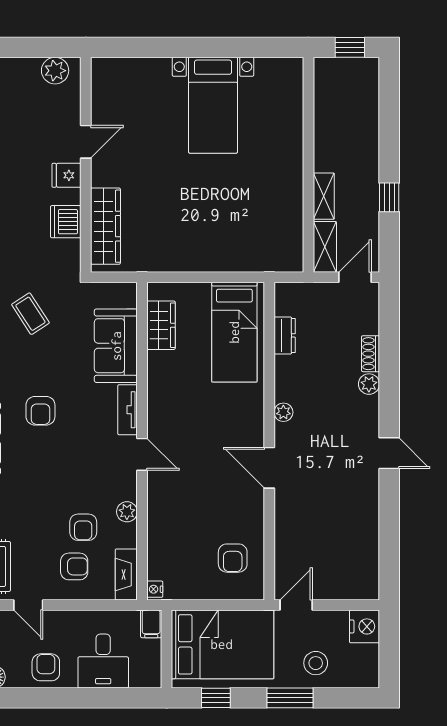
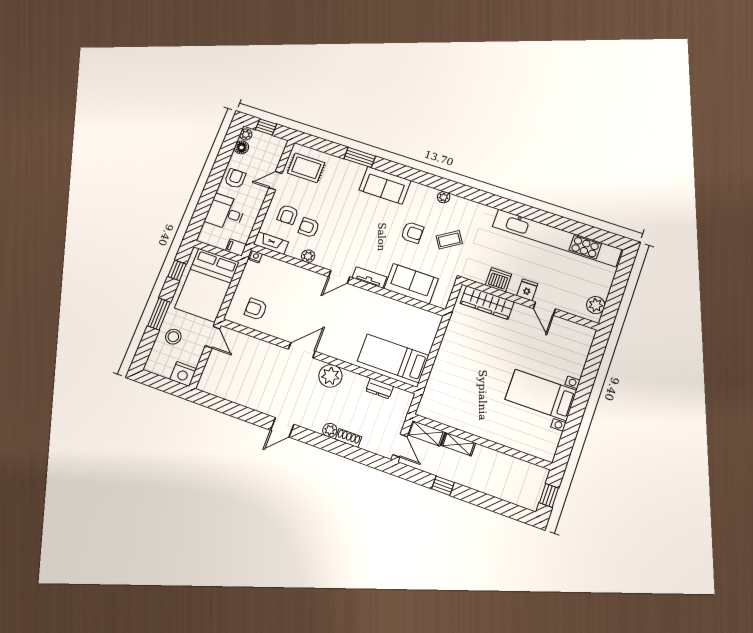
wardrobe: (161, 325) -> (414, 315), removed
armchair: (40, 411) -> (412, 233), moved, turned 180
plant: (283, 412) -> (330, 376), width x1.88, depth x1.88
armchair: (46, 667) -> (235, 179), turned -90

